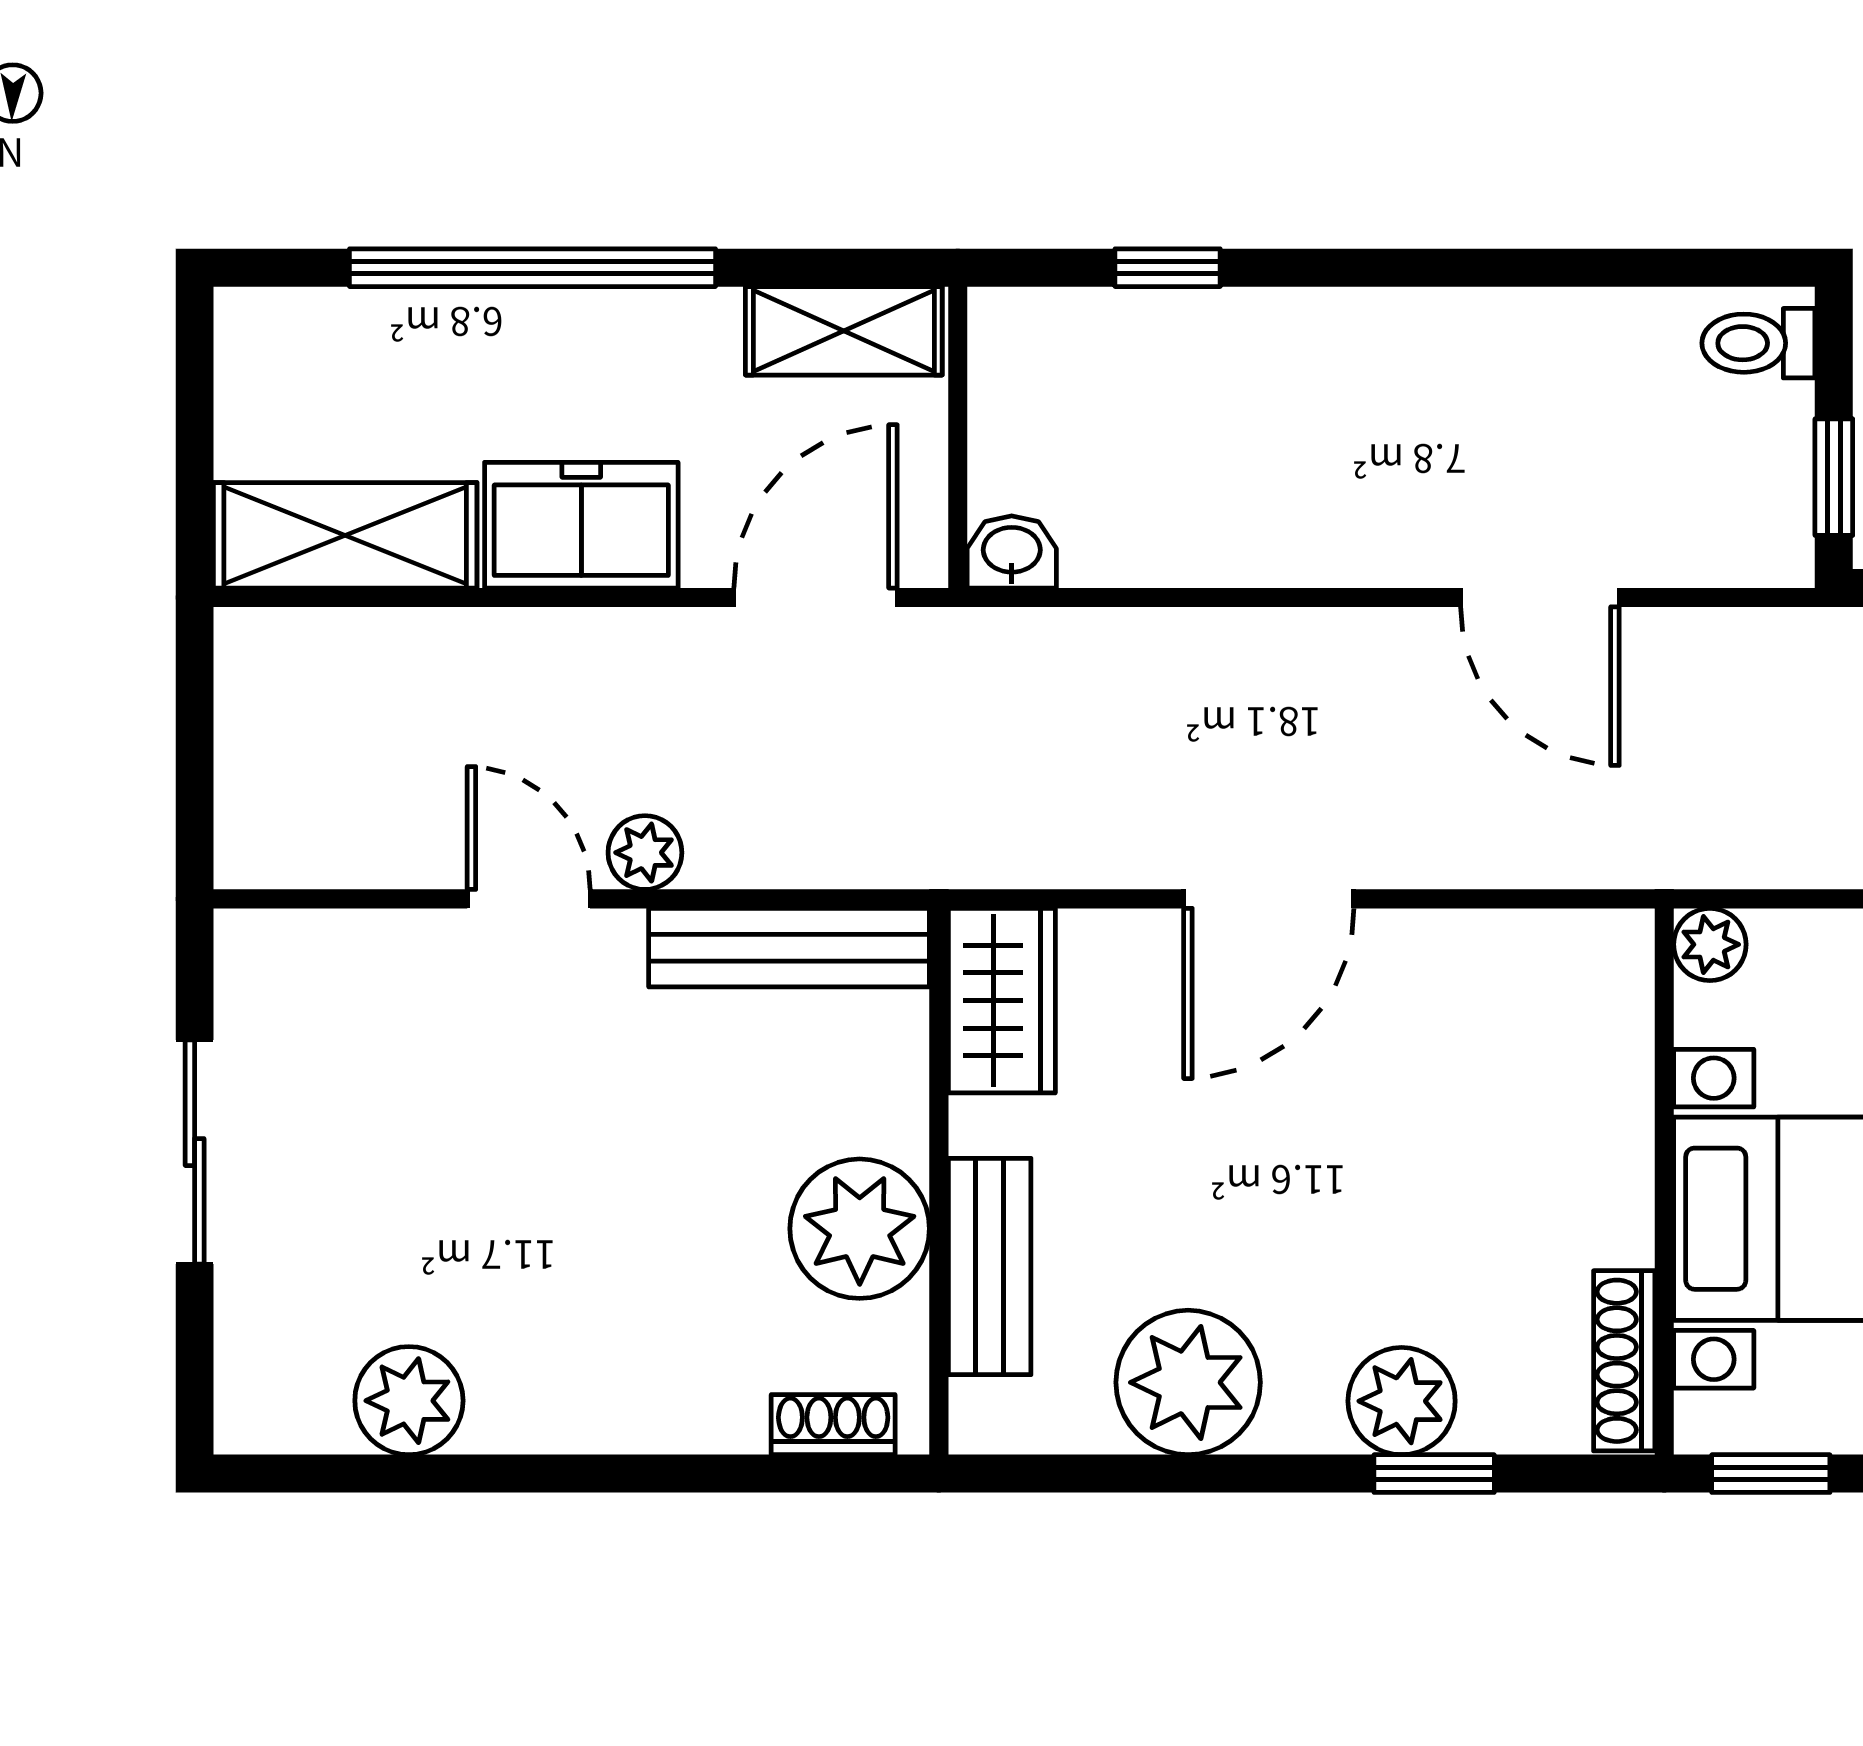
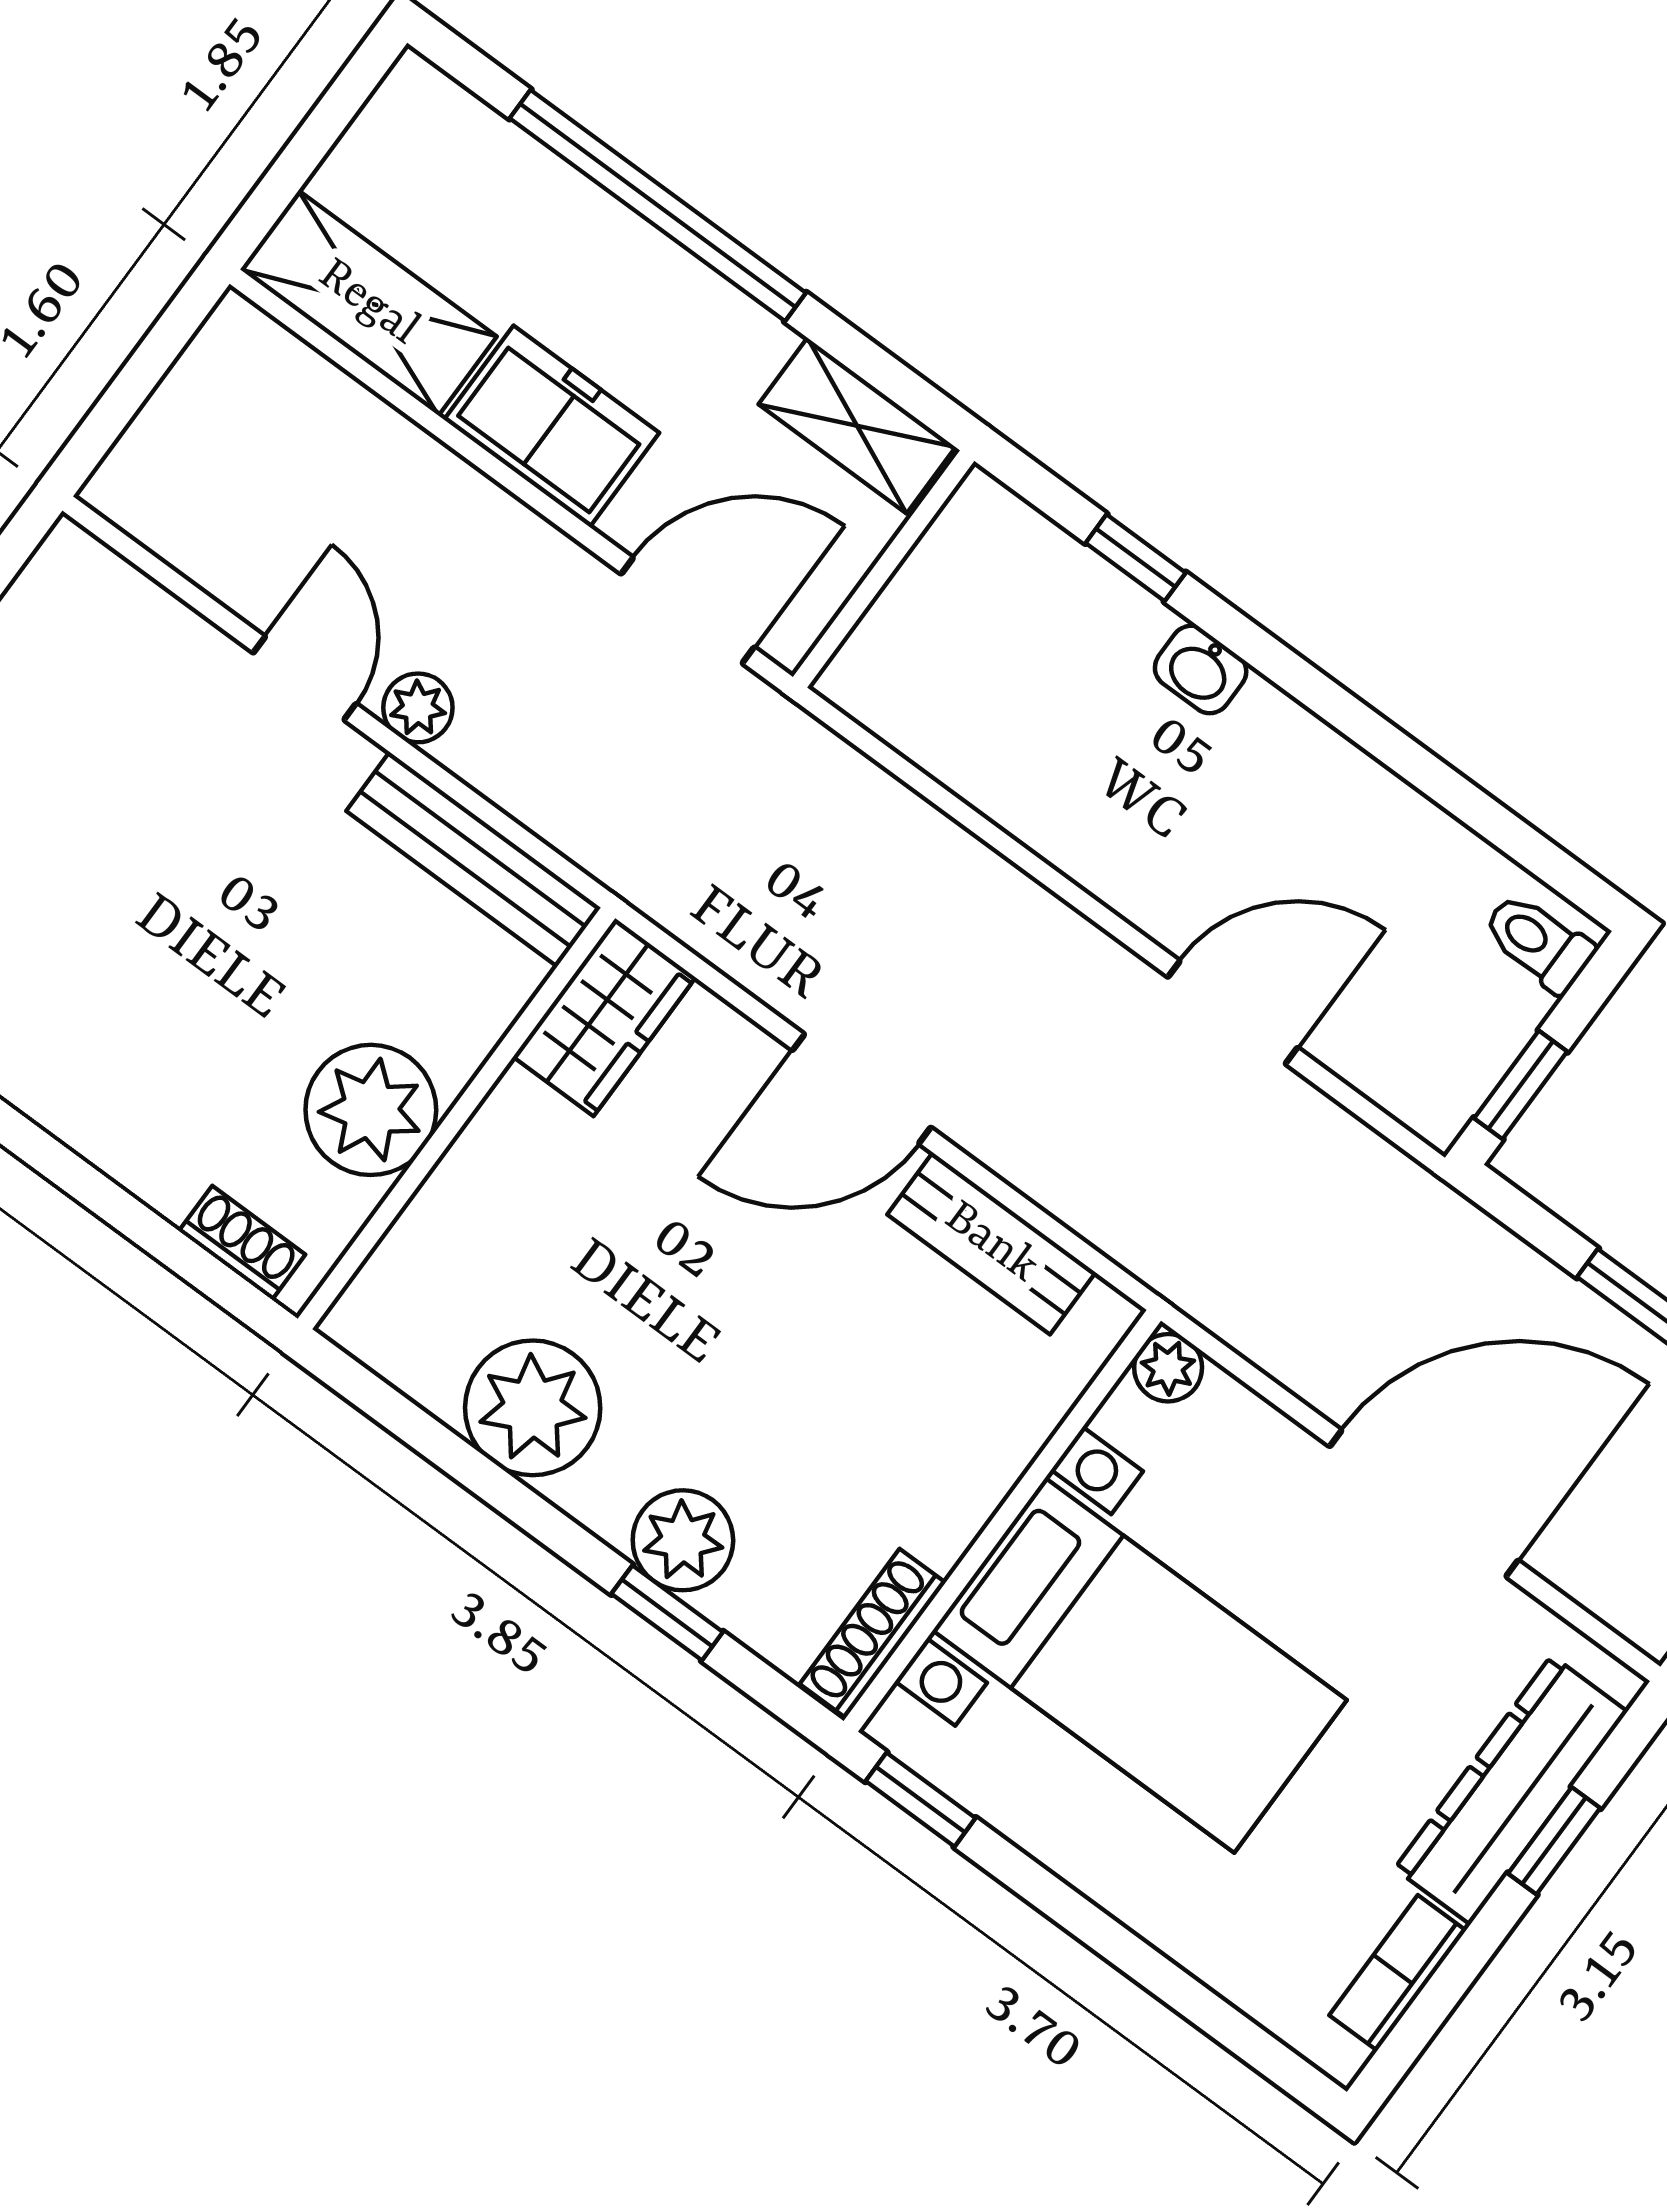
washbasin: (1012, 552) -> (1201, 669), moved, turned 180
door: (1540, 597) -> (1233, 1012), swing flipped
bench: (990, 1266) -> (991, 1243), moved, turned 90

